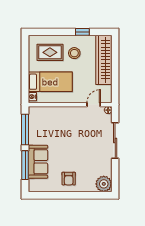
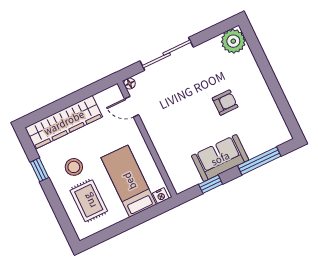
window: (25, 130) -> (211, 184), width x0.46
sofa: (38, 162) -> (220, 158), moved
armchair: (69, 179) -> (225, 103), moved

